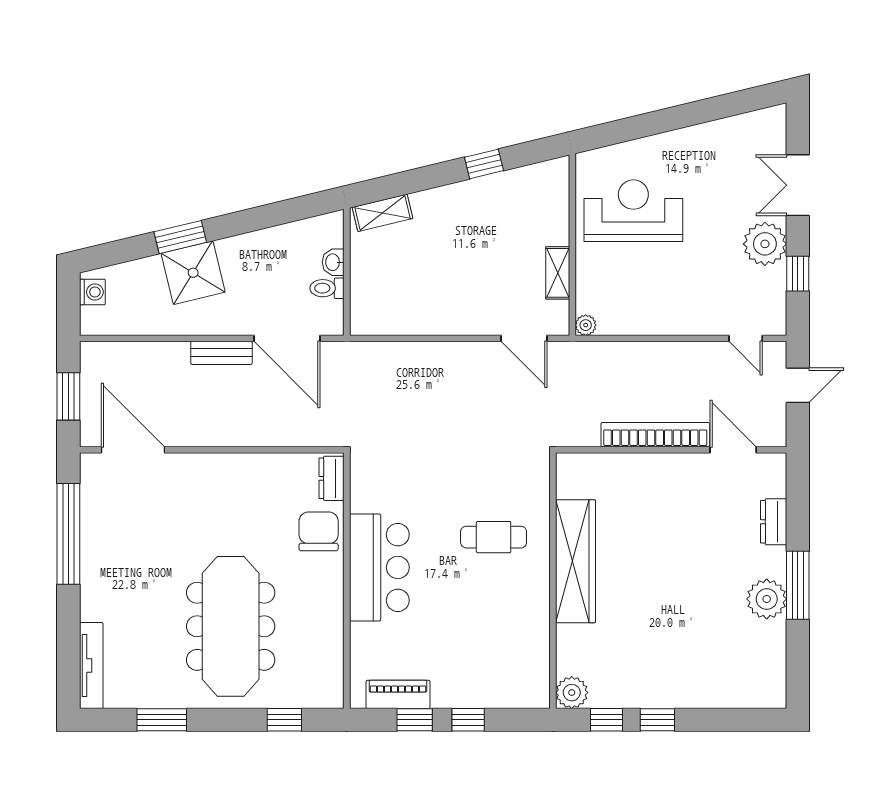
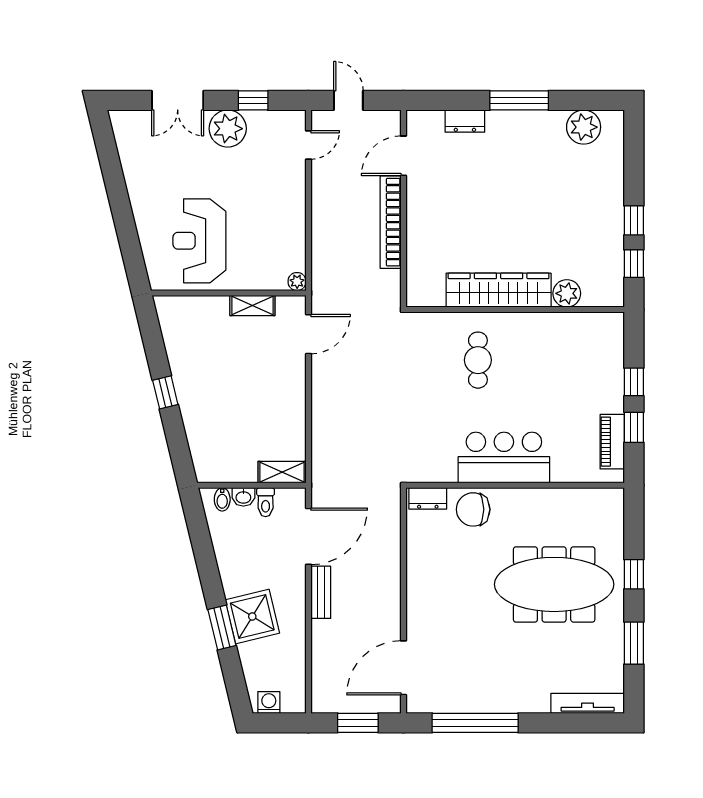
window: (484, 164) -> (165, 392), moved
shelving: (382, 213) -> (282, 472), moved, turned -76
bidet: (330, 237) -> (222, 499), added
plant: (767, 599) -> (584, 127), moved
plant: (572, 693) -> (567, 293), moved
window: (284, 720) -> (634, 574), moved

